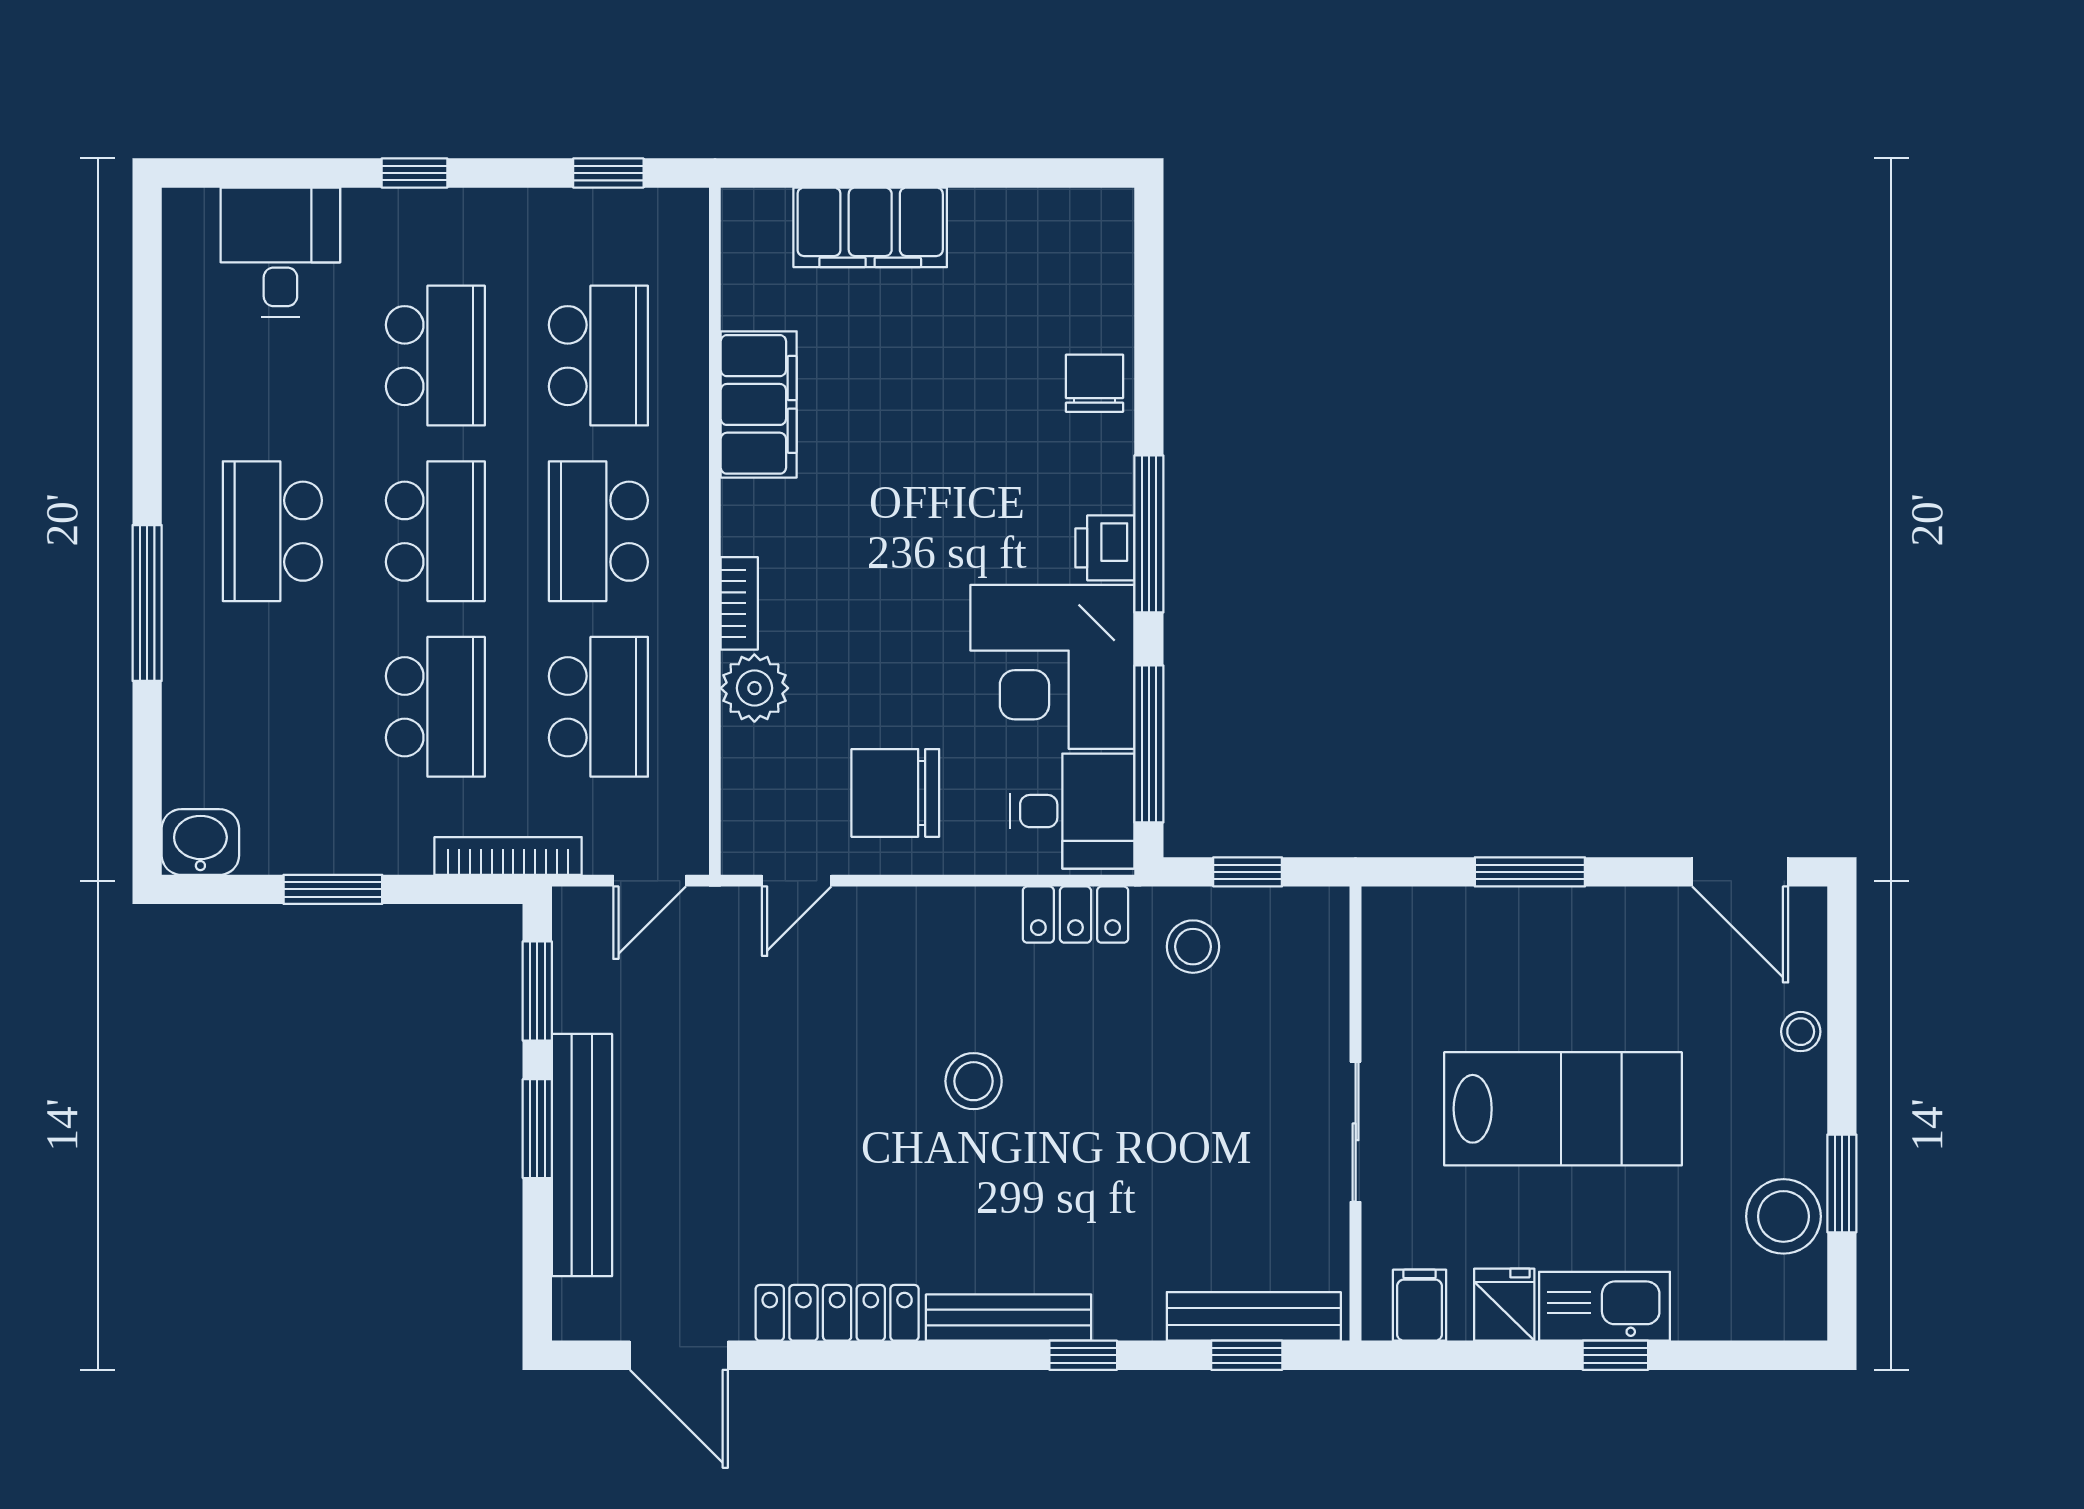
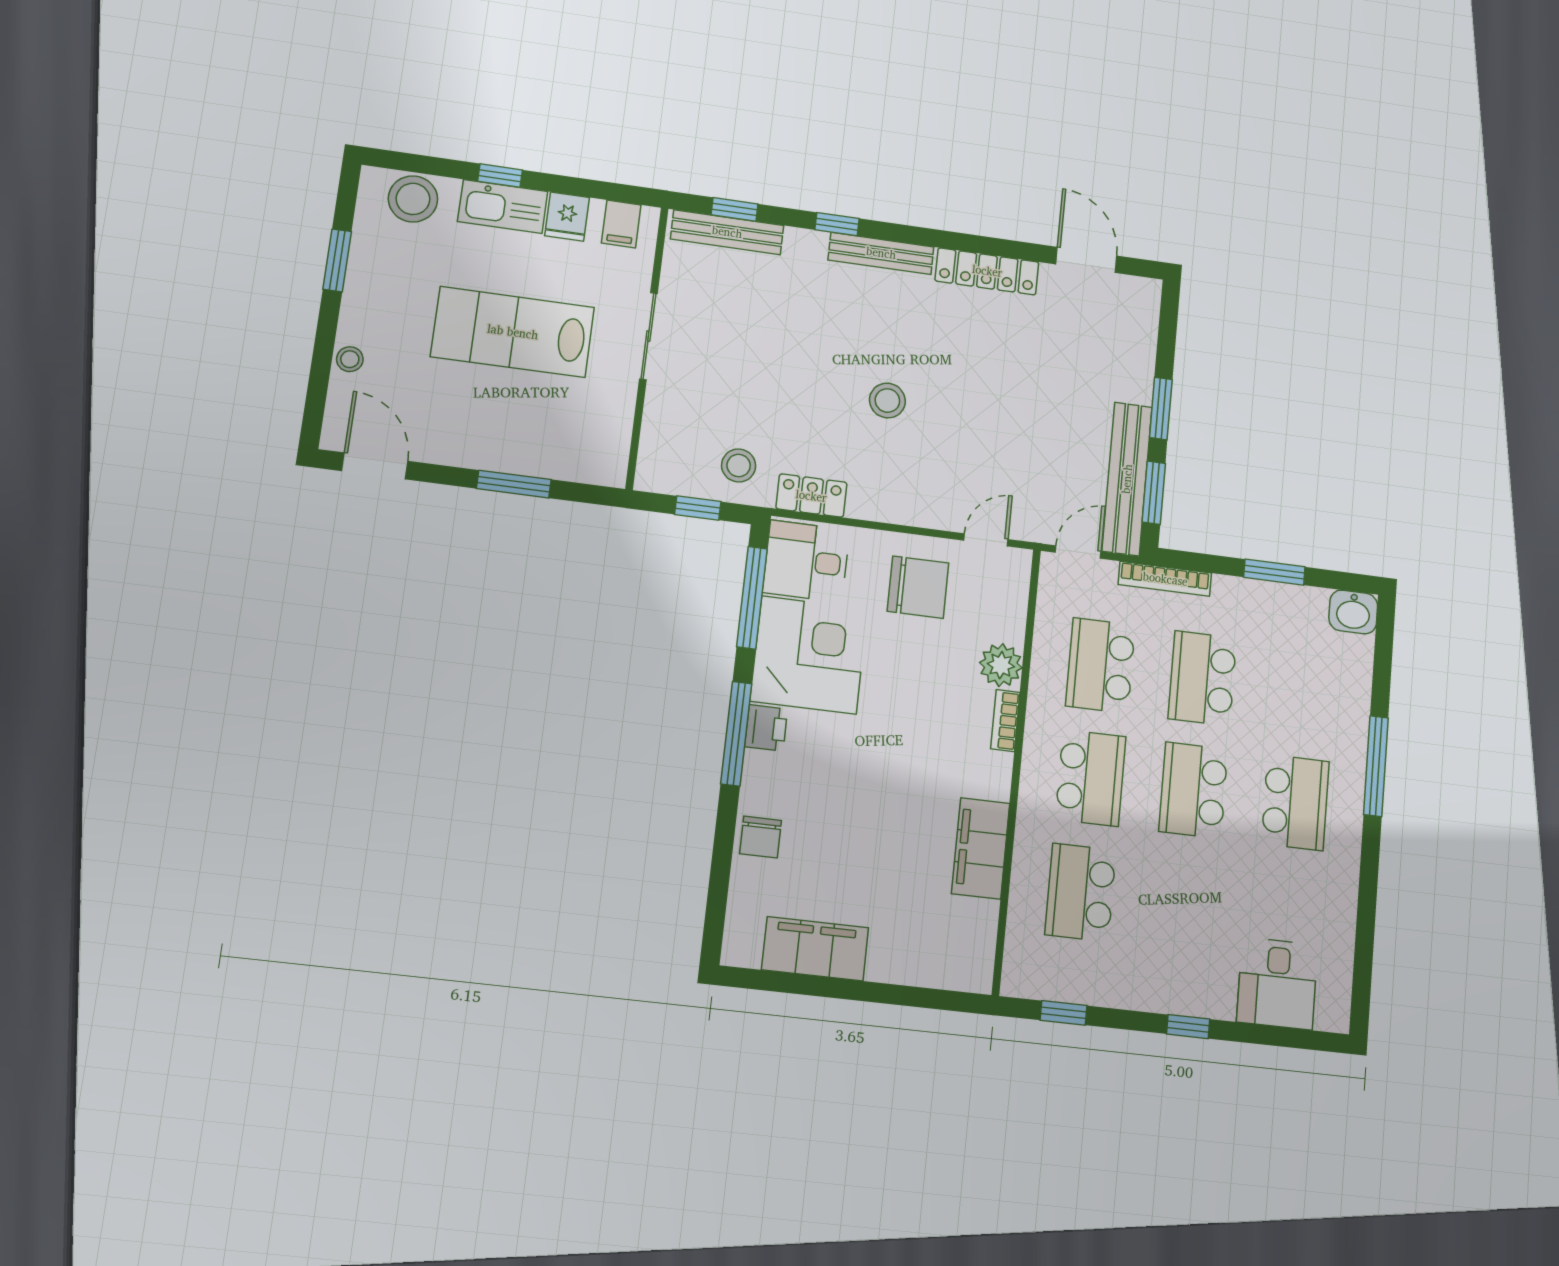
filing cabinet: (870, 227) -> (815, 949), moved
school desk: (435, 356) -> (1184, 904), removed
bench: (582, 1155) -> (1127, 479), moved
stool: (1783, 1216) -> (413, 199), moved

